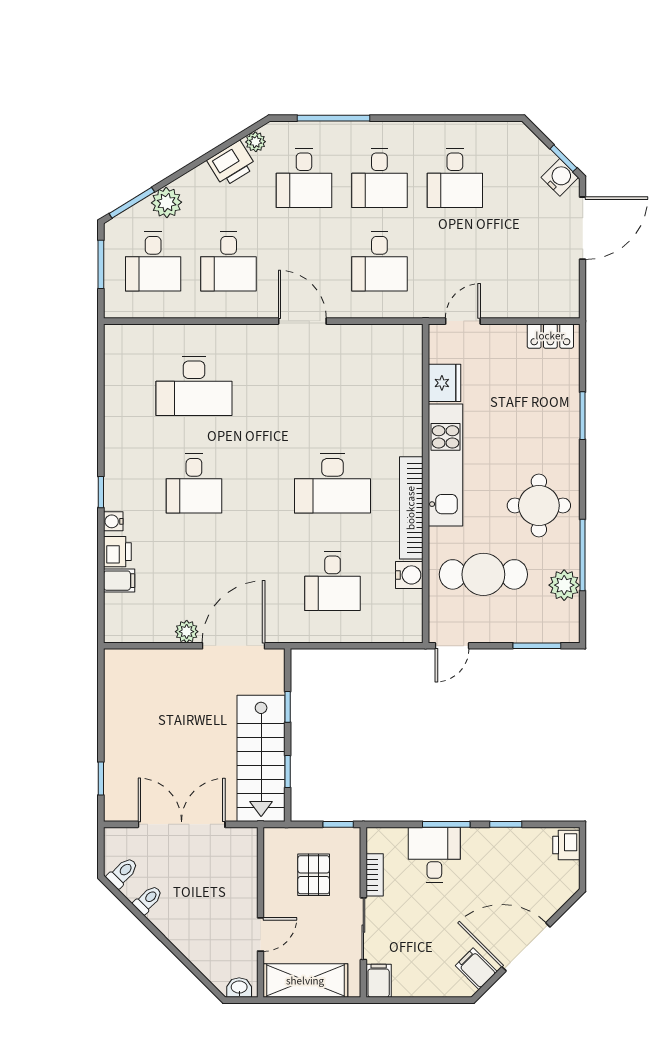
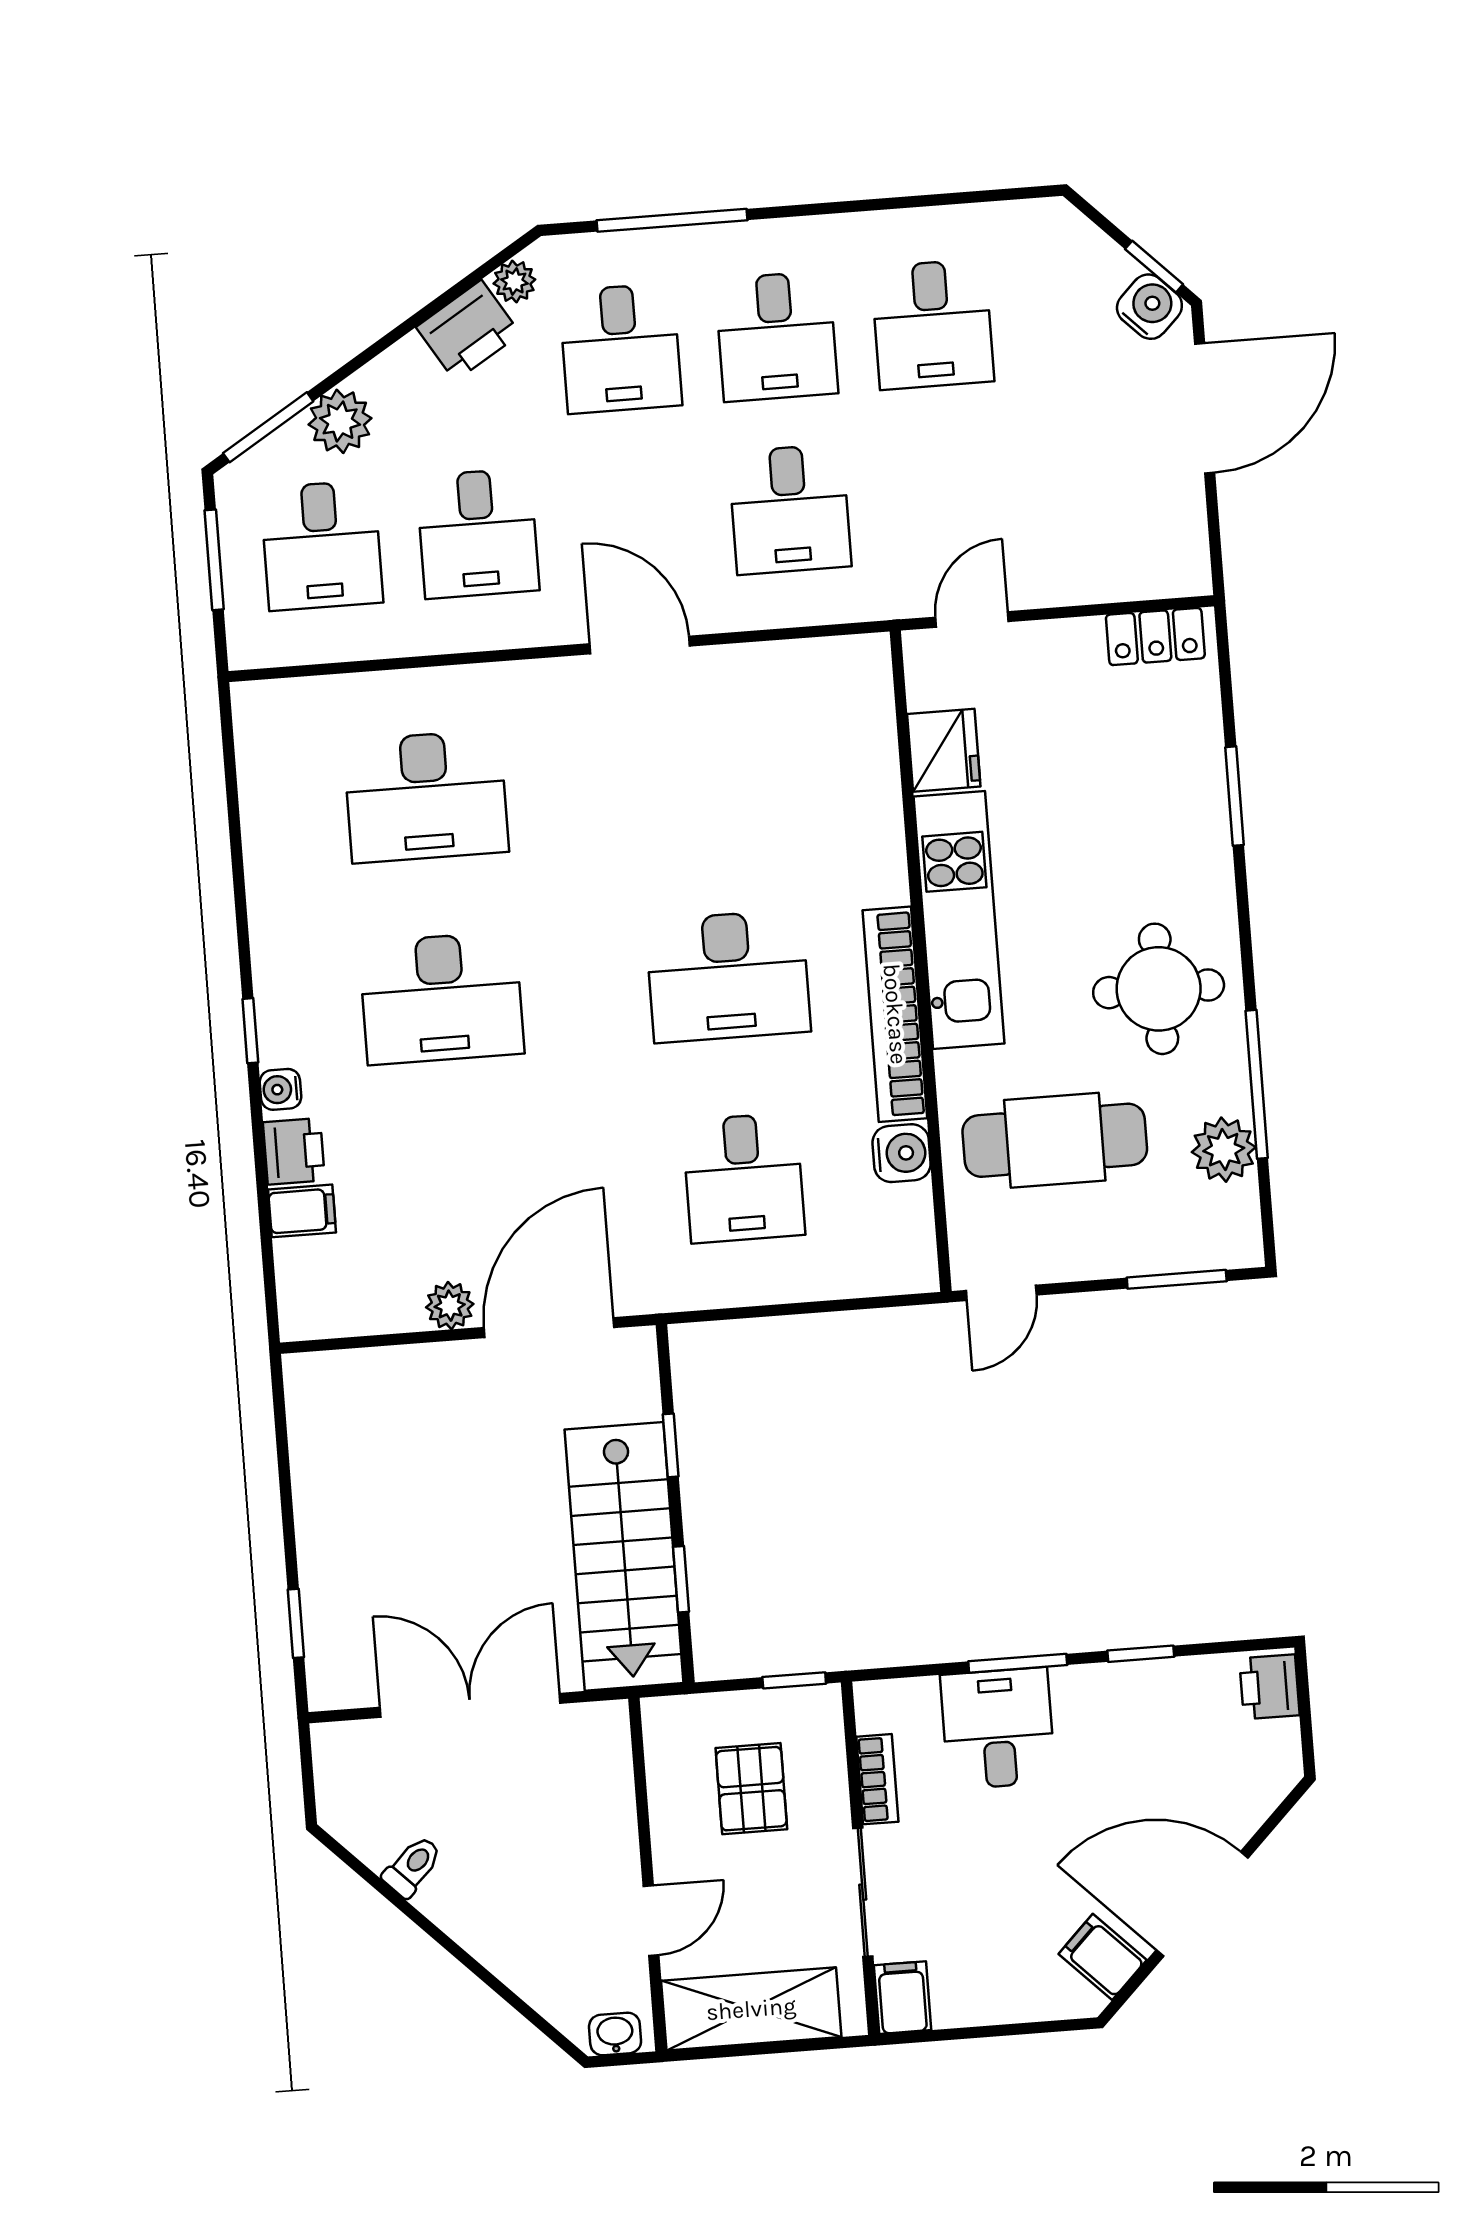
desk: (194, 483) -> (441, 998), width x1.37
toilet: (123, 873) -> (356, 1815), removed

